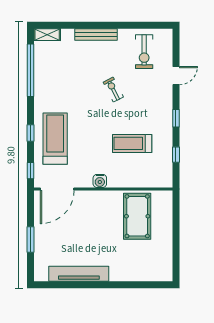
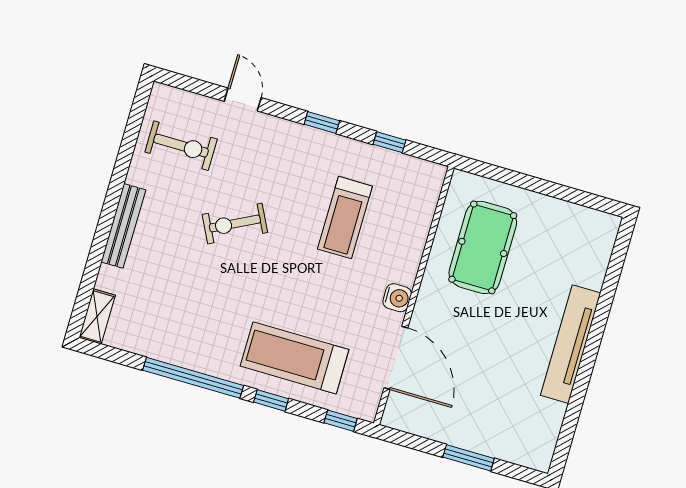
window: (31, 70) -> (193, 378), moved
exercise bike: (113, 90) -> (235, 223), width x1.38, depth x1.39
door: (57, 189) -> (396, 358), moved
pool table: (137, 216) -> (483, 247), turned 90
tv unit: (79, 274) -> (571, 344), moved

